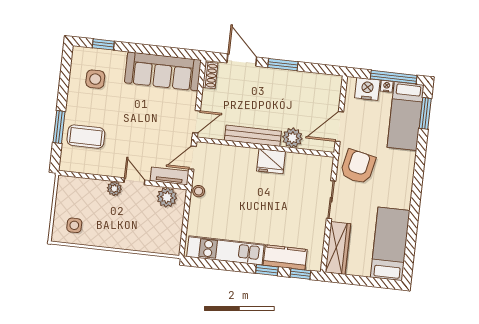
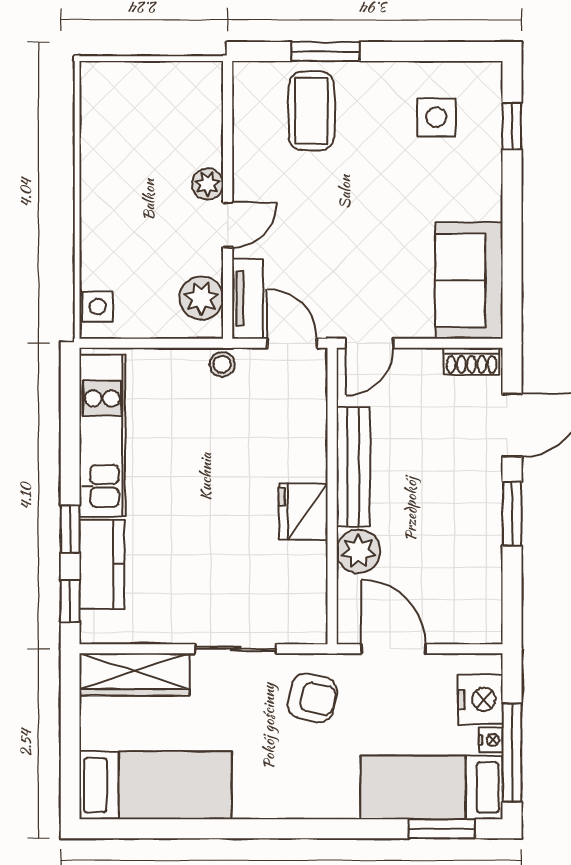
sofa: (163, 71) -> (469, 280), width x0.73
door: (197, 122) -> (370, 343), hinge flipped
armchair: (358, 167) -> (312, 698), width x0.72, depth x0.72
side table: (74, 225) -> (98, 307), moved

